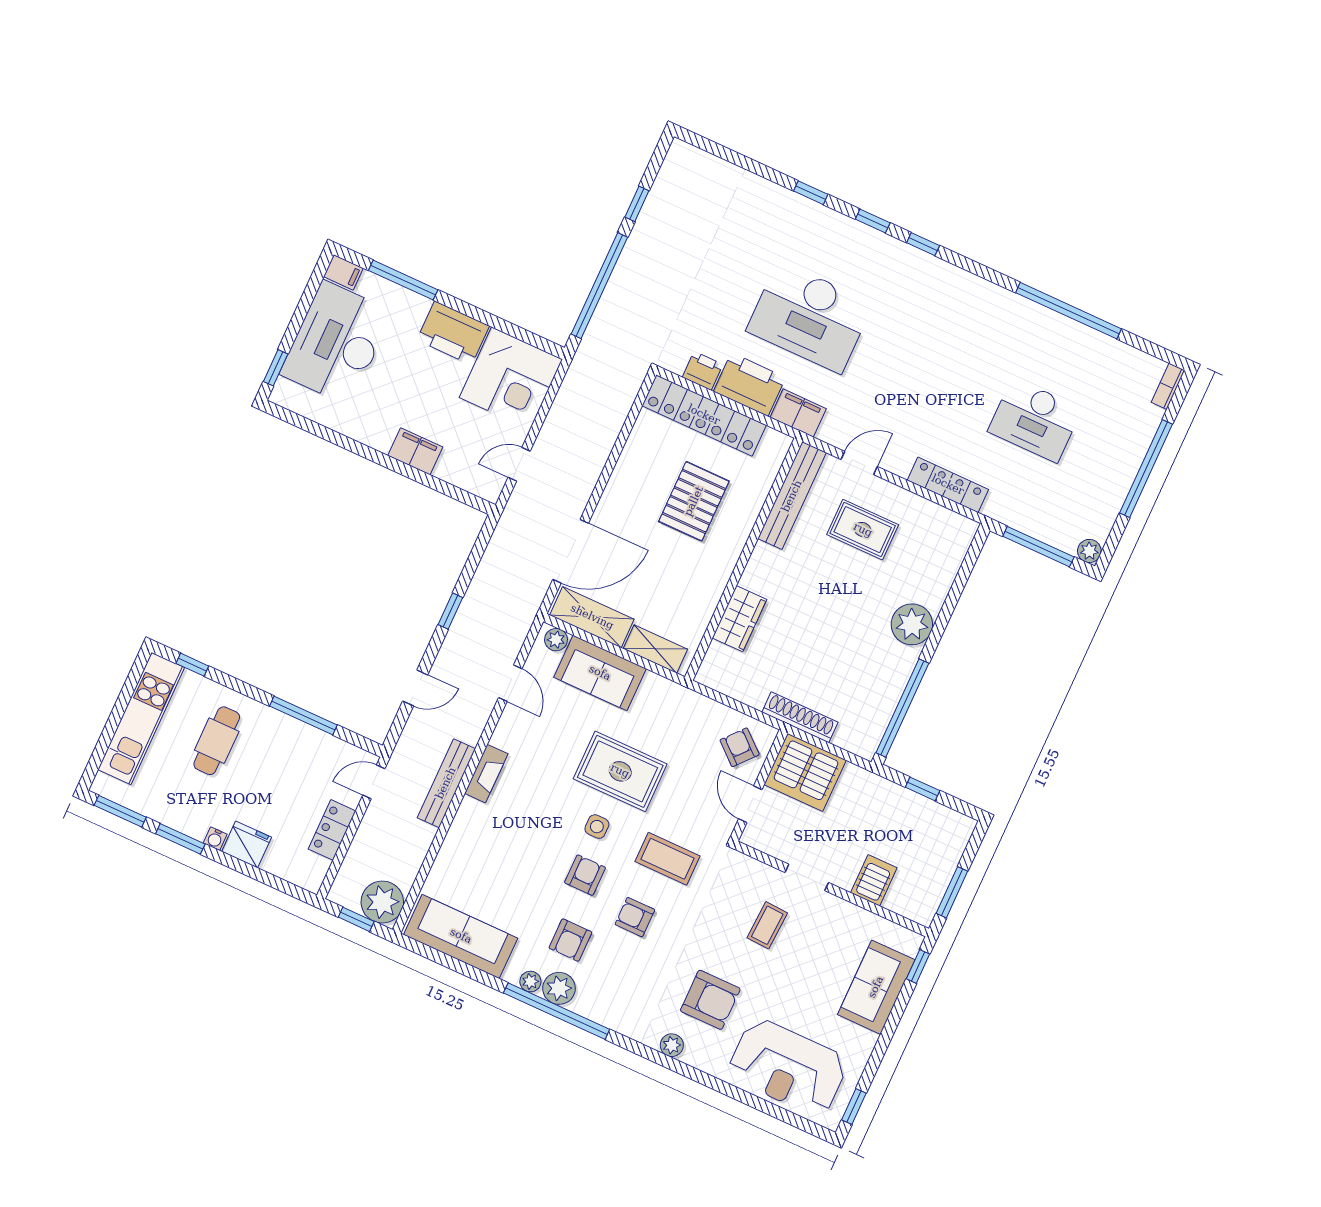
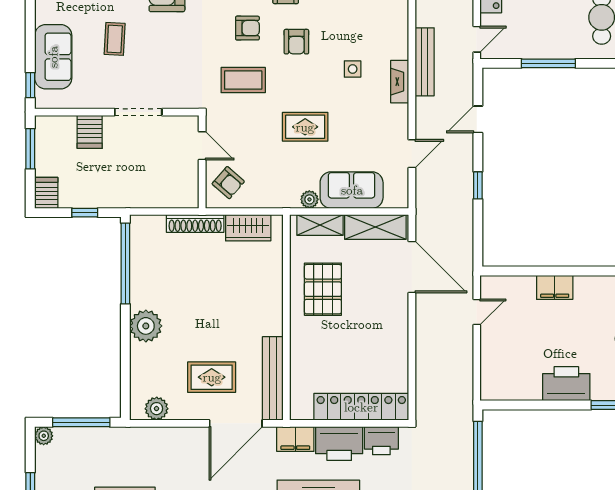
printer: (703, 371) -> (381, 441), width x1.36, depth x1.24
corner desk: (511, 378) -> (510, 370), removed
door: (859, 463) -> (236, 423), width x1.88
locker: (948, 485) -> (166, 437), removed
pallet: (694, 501) -> (323, 289), moved
plant: (943, 523) -> (157, 409), added
door: (571, 551) -> (412, 267), swing flipped
wardrobe: (739, 619) -> (248, 228), moved, turned -90
plant: (556, 640) -> (309, 199), moved
door: (510, 683) -> (412, 154), swing flipped
rug: (620, 771) -> (305, 127), width x0.73, depth x0.70
server rack: (805, 772) -> (46, 193), moved, width x0.46, depth x0.70
side table: (597, 827) -> (353, 69), moved
doorway: (807, 877) -> (138, 112), width x1.38
coffee table: (767, 925) -> (115, 39), moved

